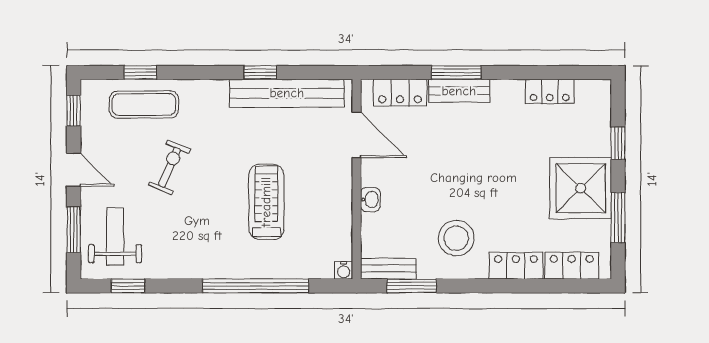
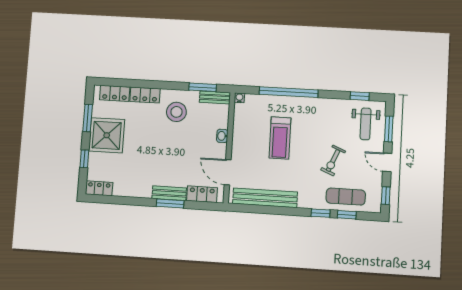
window: (260, 72) -> (321, 213), moved
locker: (550, 91) -> (99, 188), moved

